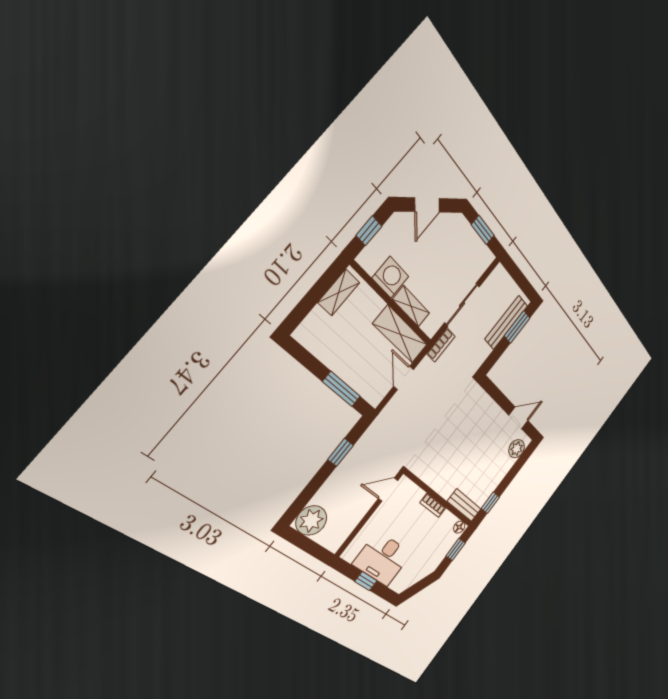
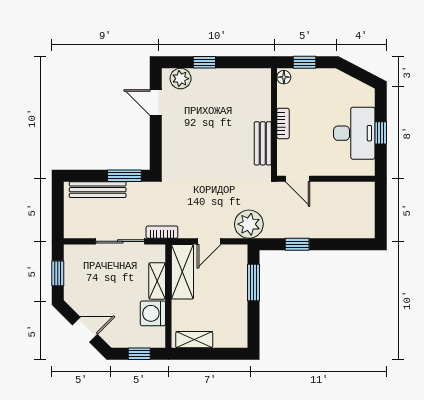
window: (517, 327) -> (124, 176), moved
window: (490, 503) -> (204, 62), moved
bench: (464, 505) -> (263, 143), moved
plant: (311, 520) -> (249, 224), moved

